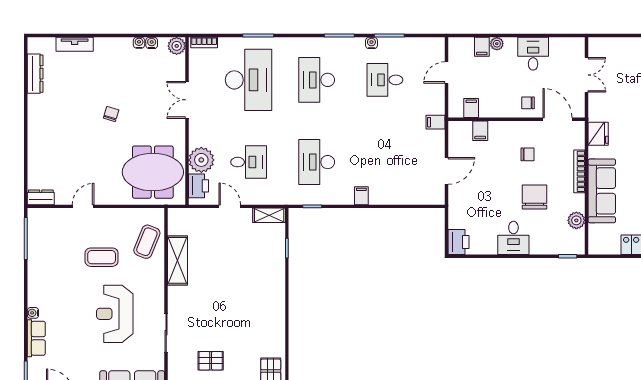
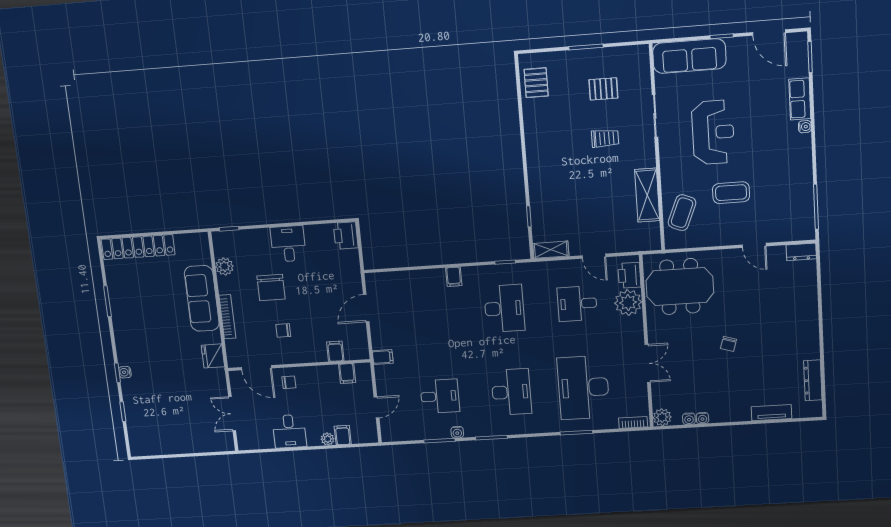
door: (83, 206) -> (754, 245), hinge flipped
trolley: (212, 316) -> (605, 138), added

